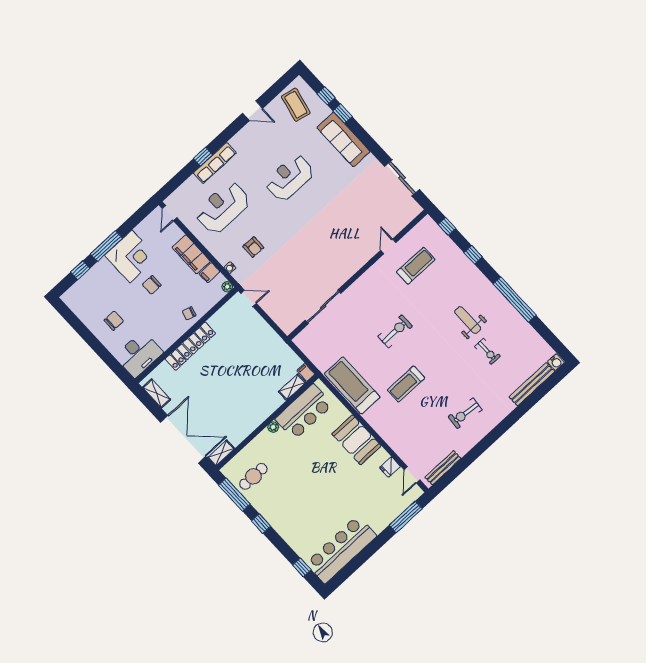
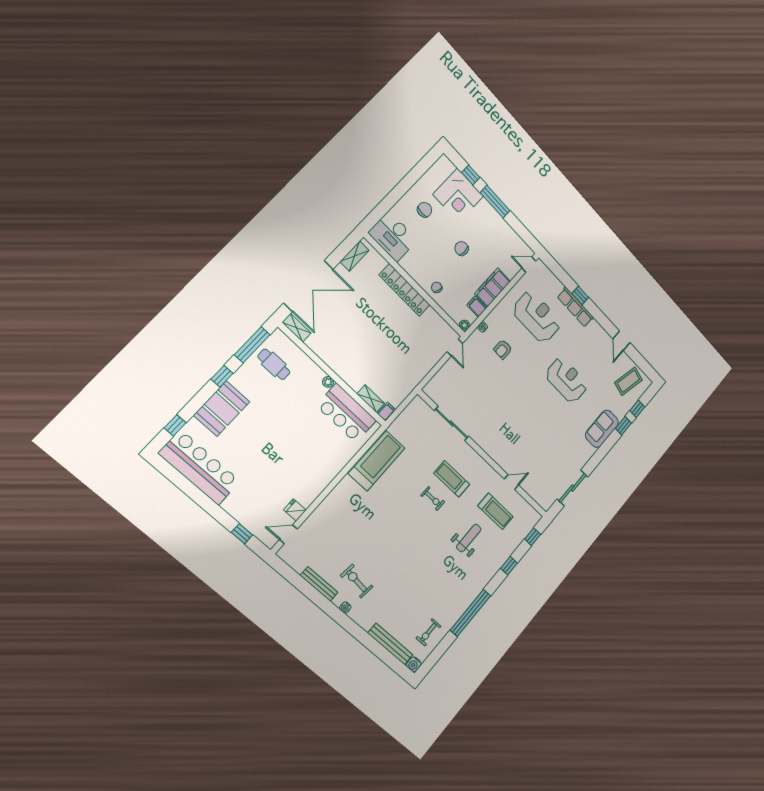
sofa: (343, 140) -> (602, 429), width x0.73
corner desk: (131, 256) -> (458, 195), moved
weight bench: (468, 320) -> (469, 538), moved
chair: (114, 321) -> (425, 210), turned -90
exercise bike: (395, 331) -> (433, 499), width x0.73, depth x0.72
exercise bike: (487, 351) -> (429, 632), moved
treadmill: (406, 384) -> (452, 479), moved
water cooler: (489, 426) -> (345, 608), added
booth: (357, 440) -> (222, 409), moved
bench: (443, 468) -> (319, 584), moved
window: (406, 517) -> (242, 534), width x0.46

